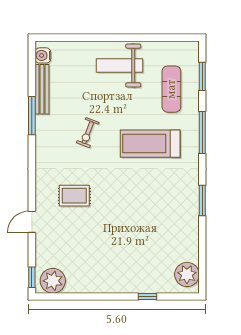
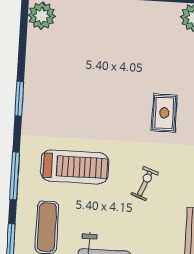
rug: (74, 196) -> (164, 113), turned 90

